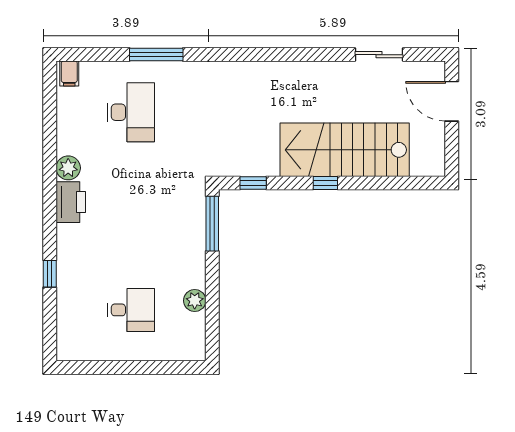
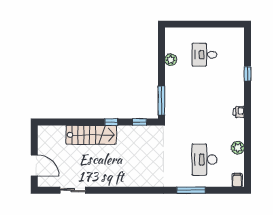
stairs: (345, 150) -> (91, 135), width x0.73, depth x0.66
plant: (68, 168) -> (238, 148), moved
window: (325, 183) -> (111, 122), moved
printer: (71, 202) -> (239, 112), width x0.53, depth x0.68

